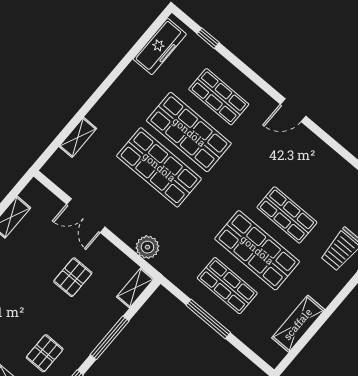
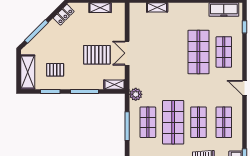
shop shelf: (159, 167) -> (224, 122), moved, width x0.70, depth x0.74
double door: (86, 216) -> (127, 53), moved
plant: (147, 247) -> (136, 94), moved
pallet: (73, 277) -> (97, 55), width x1.50, depth x1.42

